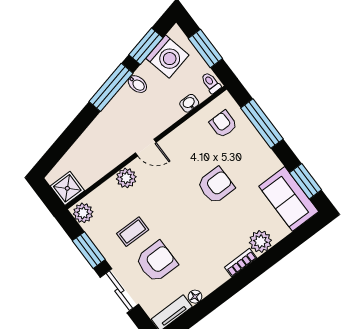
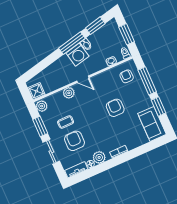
washing machine: (167, 57) -> (77, 55), moved
window: (305, 181) -> (159, 107), moved
armchair: (216, 185) -> (115, 108), turned -90
plant: (260, 241) -> (99, 157), moved
armchair: (157, 262) -> (74, 141), turned -90

